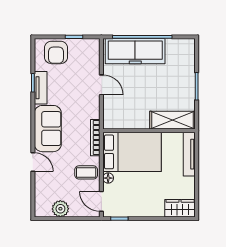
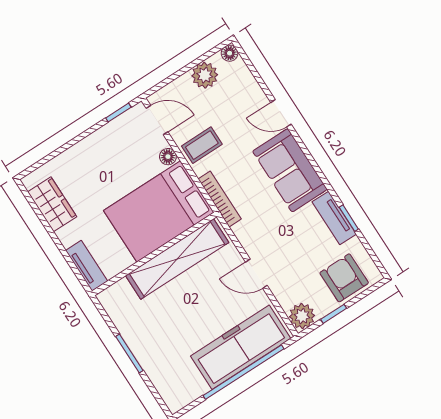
plant: (92, 47) -> (302, 316), added
shelving: (173, 120) -> (177, 259), moved, width x1.47
tv unit: (189, 154) -> (87, 266), width x0.71
wardrobe: (180, 208) -> (52, 204), moved, turned -90
floor lamp: (40, 212) -> (230, 53), added

